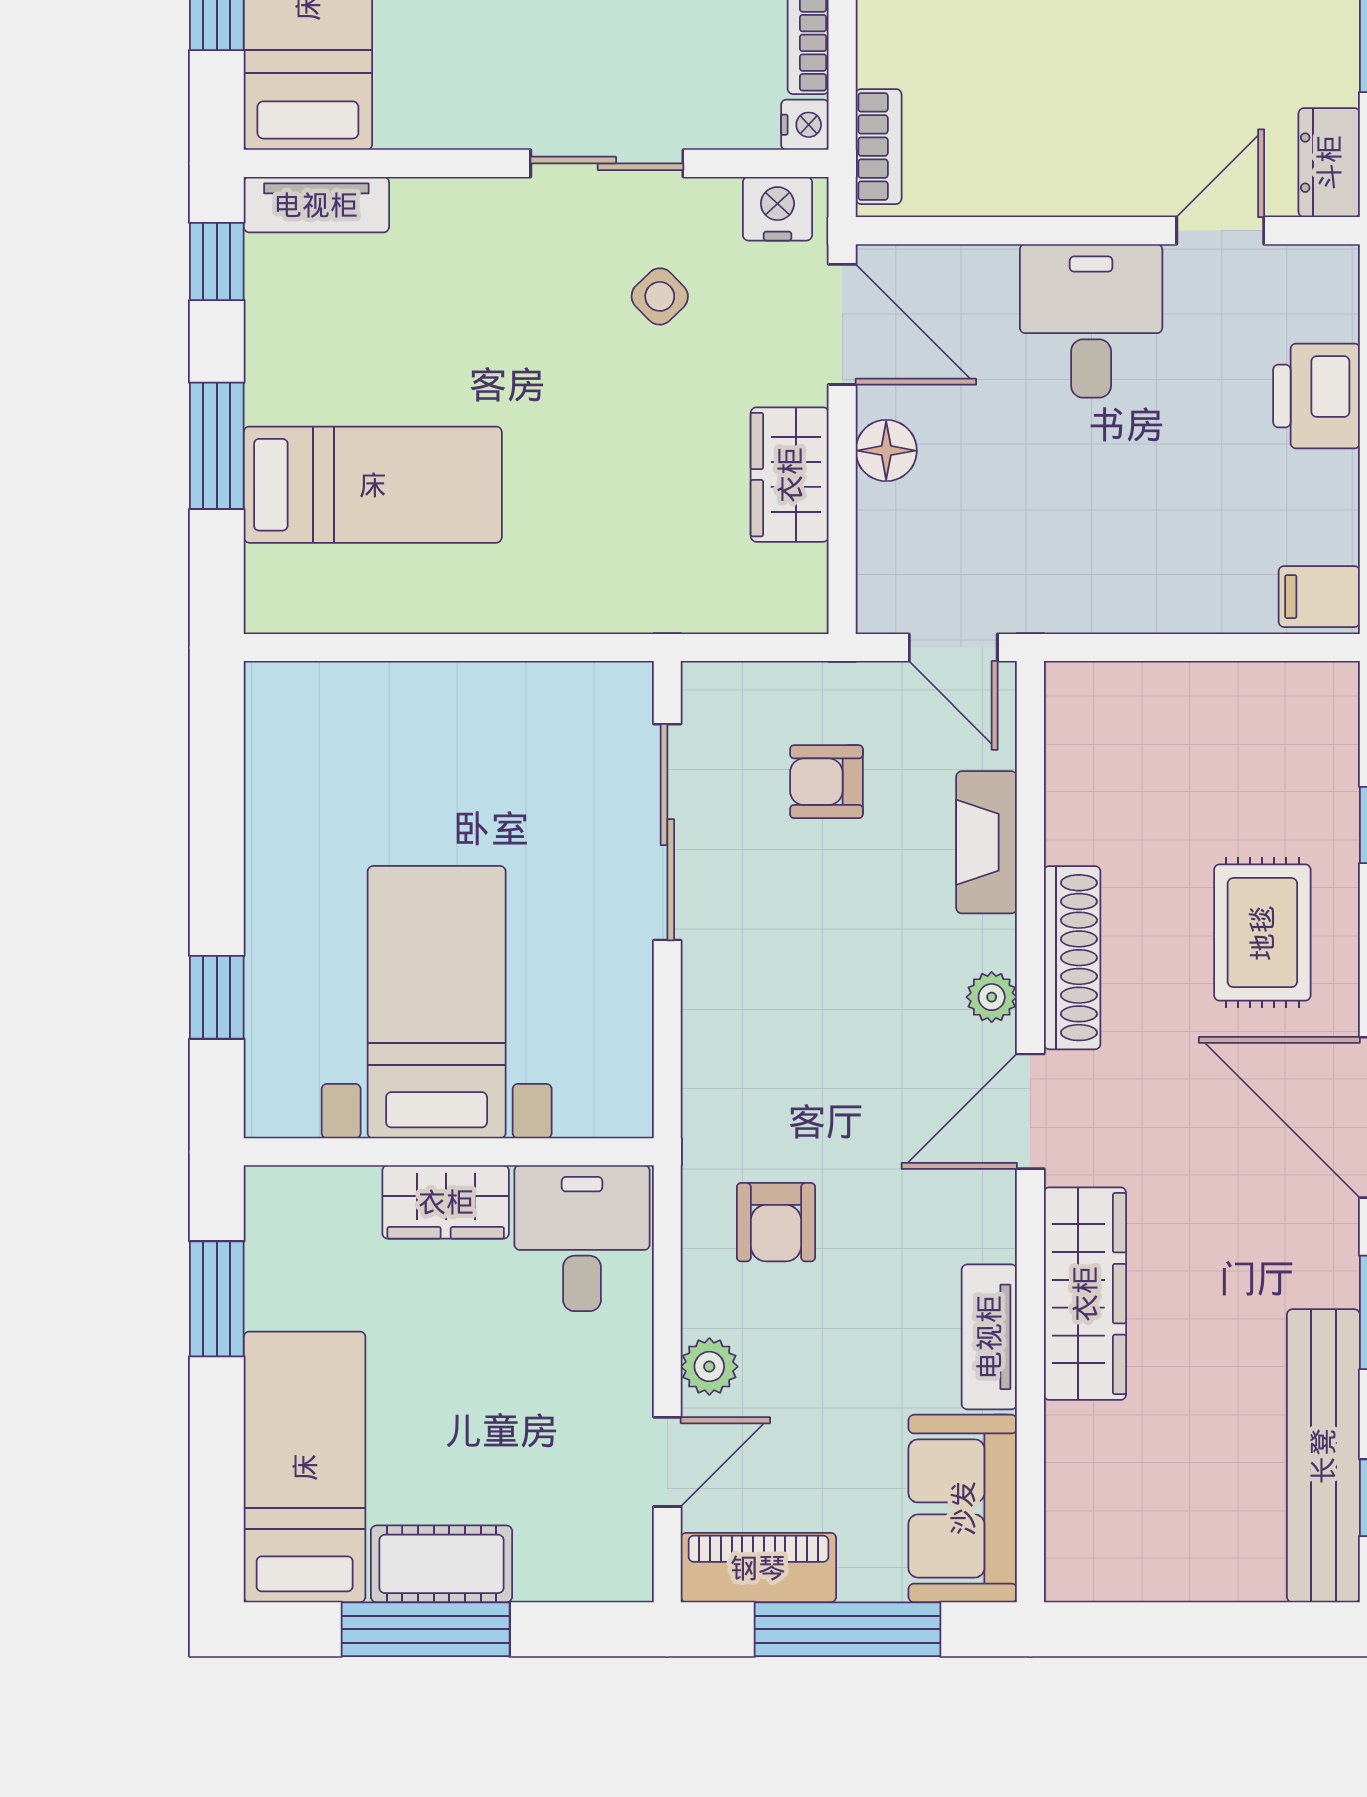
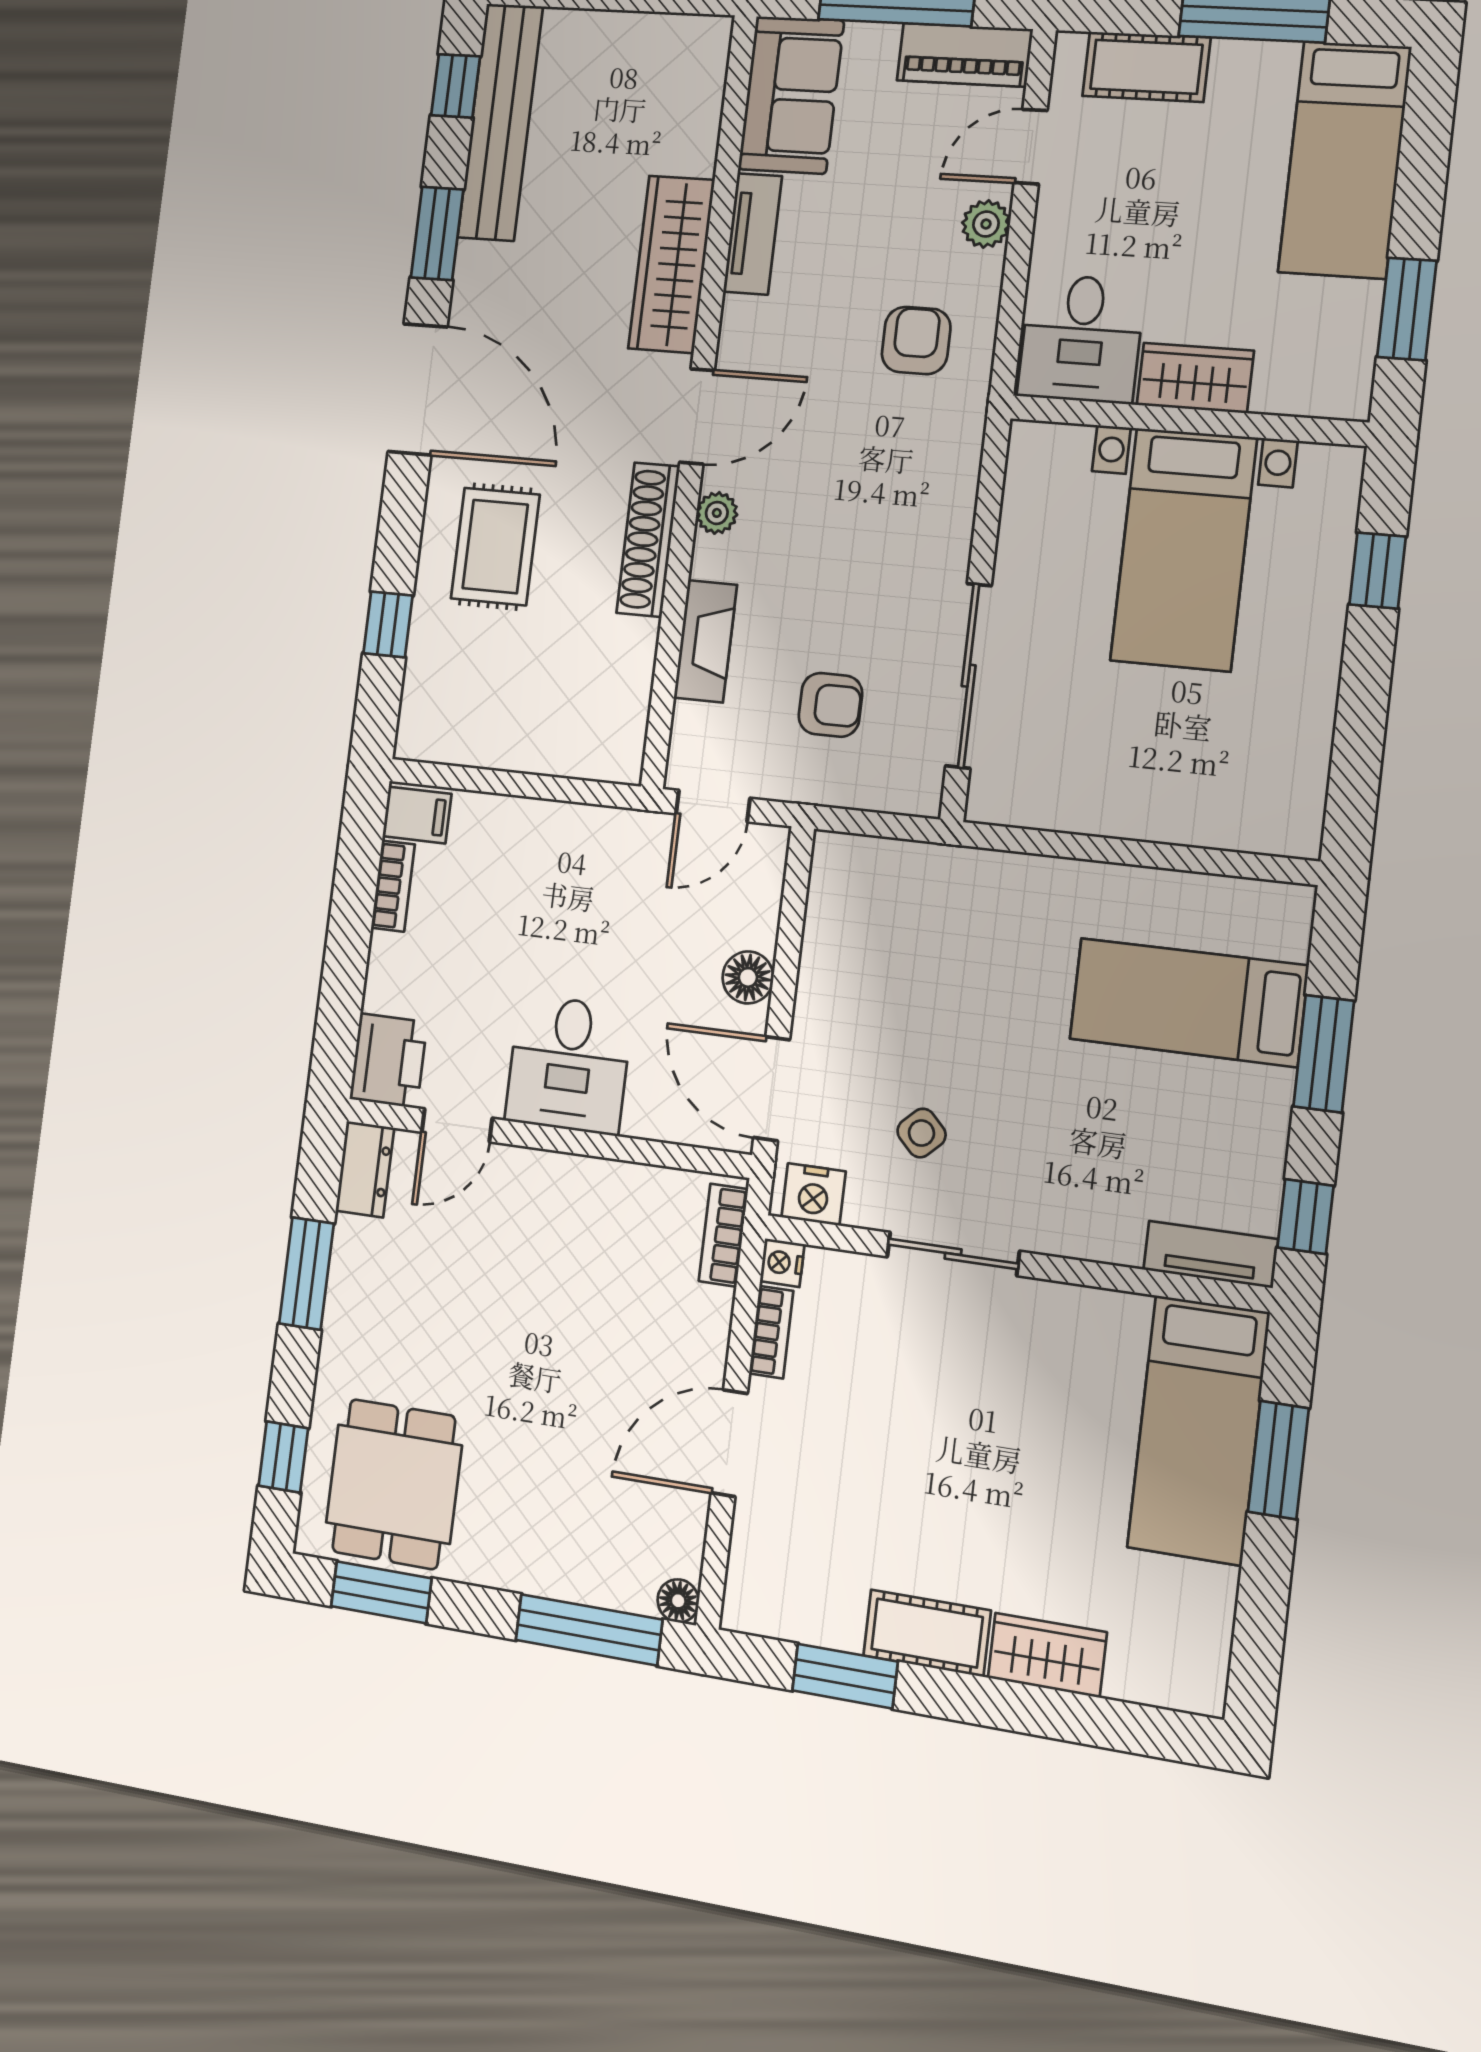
printer: (1317, 396) -> (388, 1061), moved
wardrobe: (790, 475) -> (830, 967), removed
bookcase: (1338, 507) -> (393, 886), added
door: (953, 647) -> (713, 806), swing flipped
cot: (441, 1564) -> (1146, 67), moved

